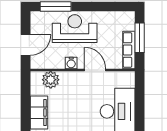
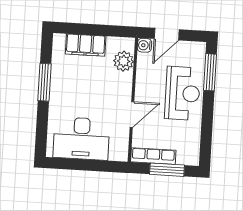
door: (26, 45) -> (167, 34), hinge flipped
water cooler: (71, 63) -> (144, 45), moved

